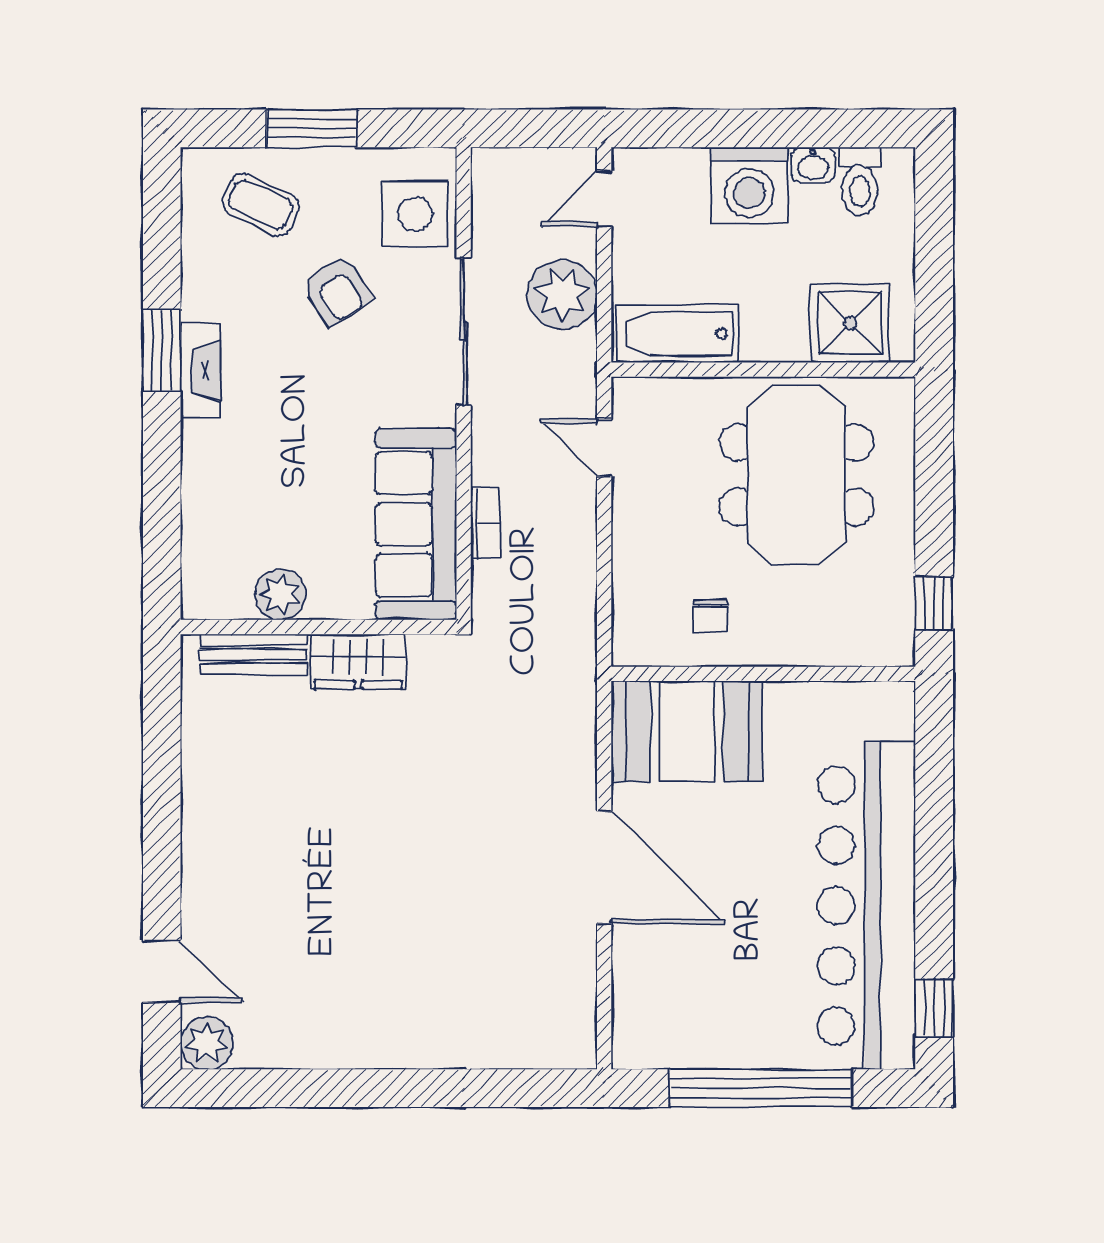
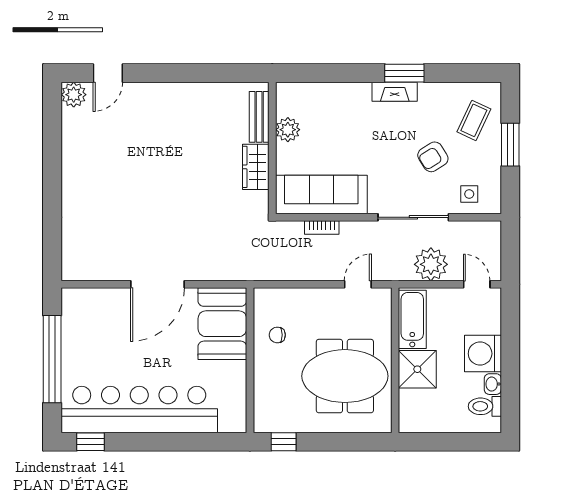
side table: (415, 214) -> (469, 194), width x0.54, depth x0.54
shower: (850, 323) -> (417, 369), moved

